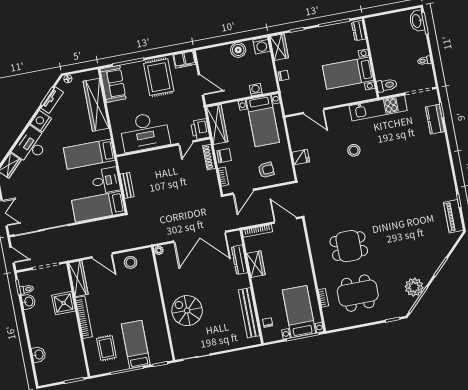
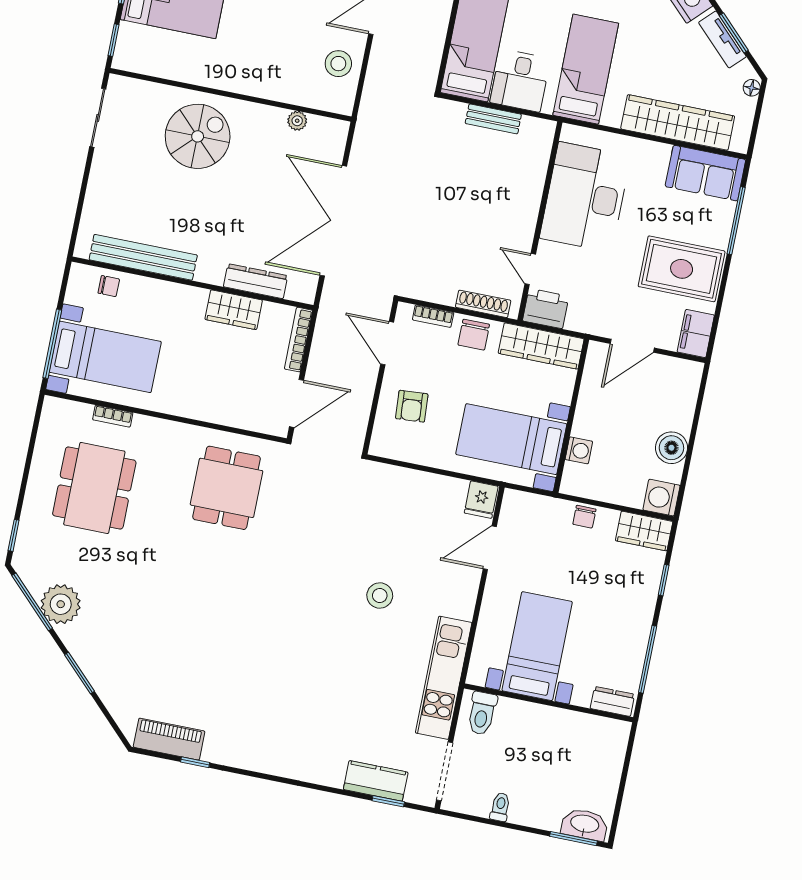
fridge: (301, 157) -> (481, 500), moved
dining table: (349, 246) -> (227, 488), moved
plant: (159, 250) -> (297, 121), moved

